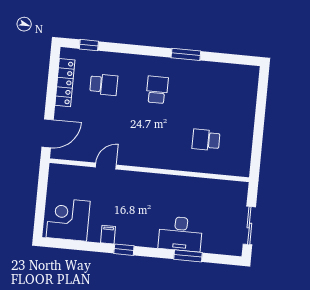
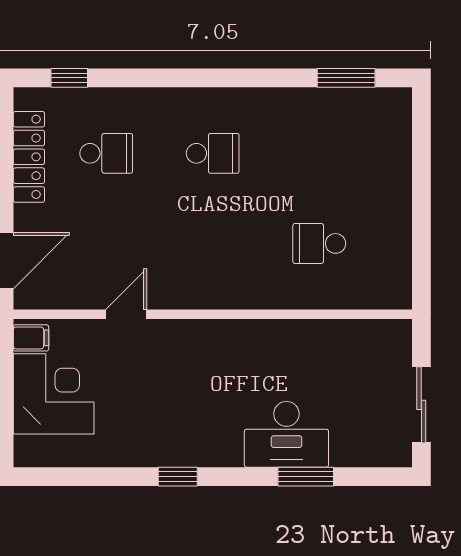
window: (186, 54) -> (346, 78), moved
school desk: (157, 90) -> (213, 153), turned 90
corner desk: (68, 219) -> (54, 394), moved, turned 90
filing cabinet: (108, 235) -> (31, 338), moved, turned 90

